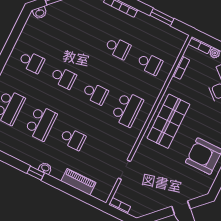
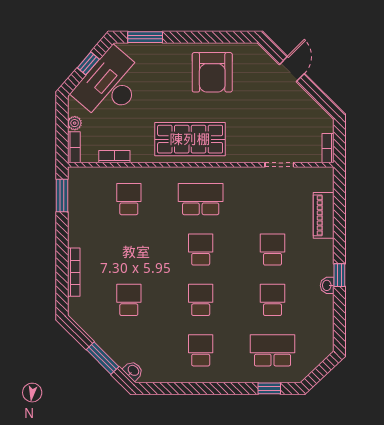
window: (162, 17) -> (62, 195), moved
school desk: (118, 48) -> (129, 300), moved
school desk: (41, 123) -> (273, 300), width x0.54
washbasin: (45, 168) -> (327, 285), moved

